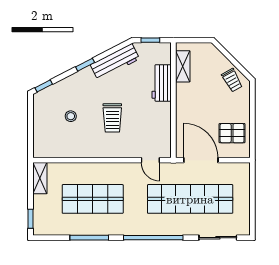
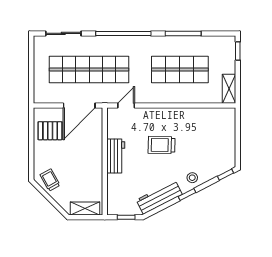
shelving: (183, 66) -> (85, 209), moved, turned 90
workbench: (162, 83) -> (116, 156), moved
stool: (71, 116) -> (192, 178), moved
trolley: (112, 118) -> (162, 145), turned -89
door: (150, 160) -> (126, 106), hinge flipped
door: (201, 160) -> (79, 106), hinge flipped

